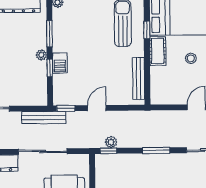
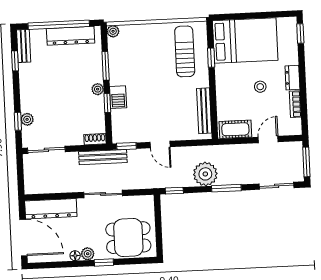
cot: (158, 51) -> (235, 129), moved, turned 90
shoe rack: (37, 101) -> (95, 139), added
door: (97, 108) -> (160, 145), swing flipped
plant: (111, 142) -> (205, 174), moved, width x1.87, depth x1.87
sliding door: (43, 151) -> (103, 194), width x0.73

